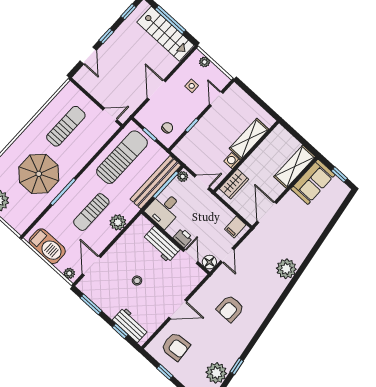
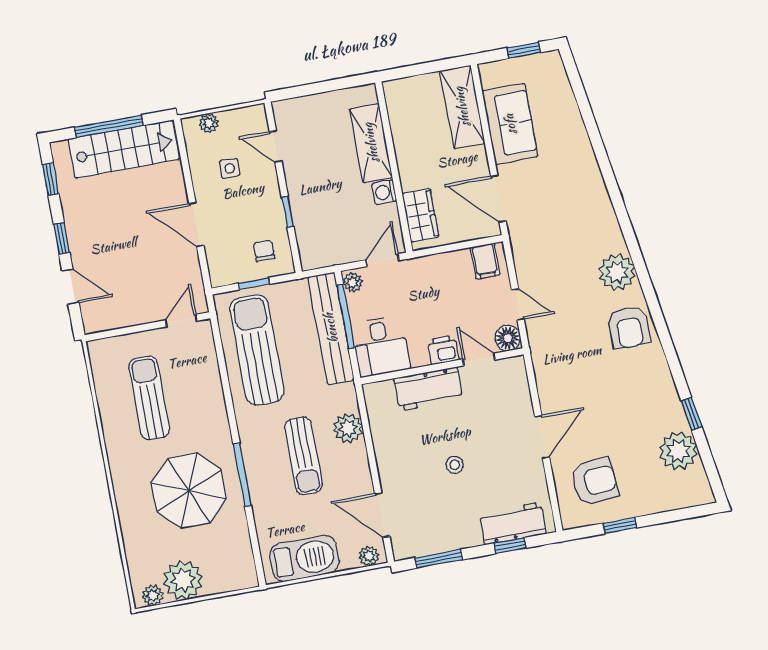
sofa: (313, 182) -> (510, 124), moved
plant: (286, 269) -> (617, 272), moved
armchair: (230, 309) -> (629, 327), moved

